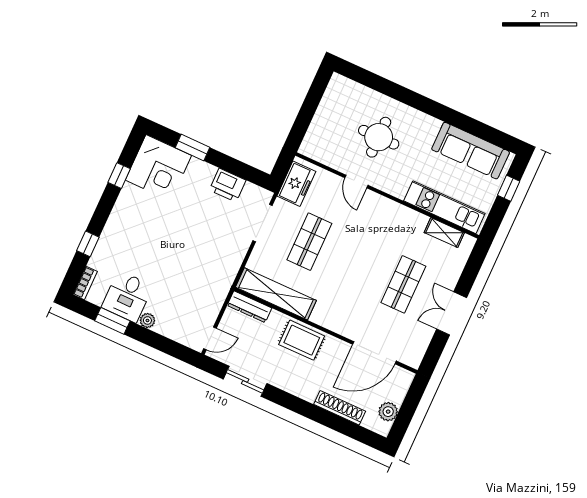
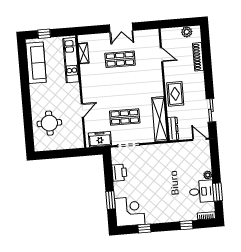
round table: (379, 137) -> (49, 123), moved
door: (374, 353) -> (162, 55), width x0.53

